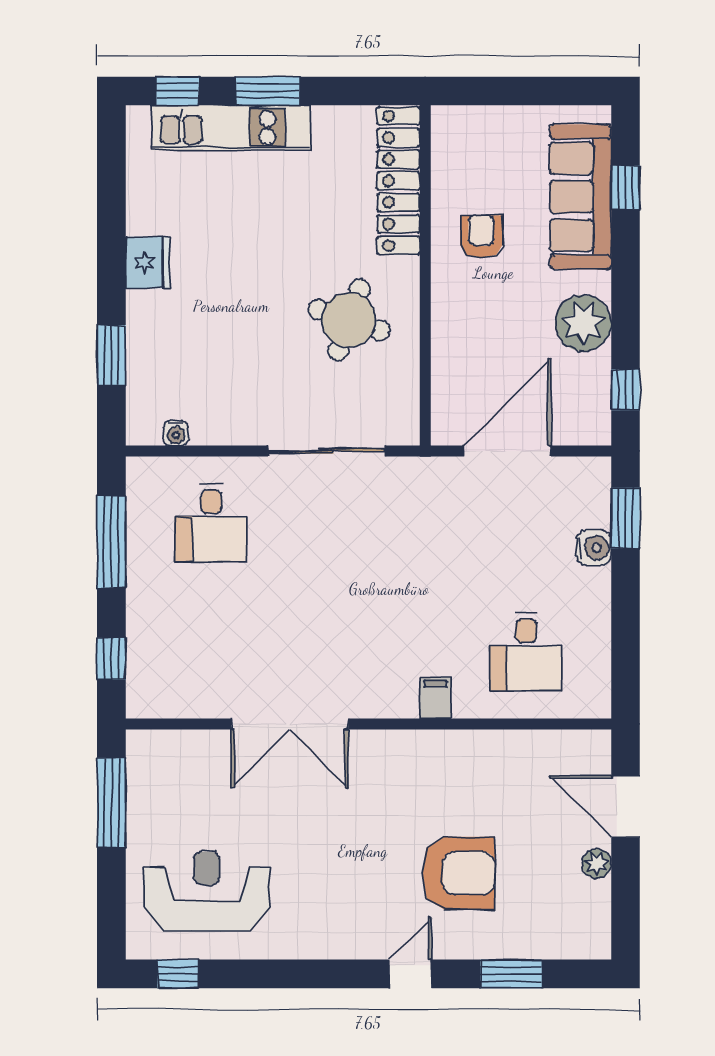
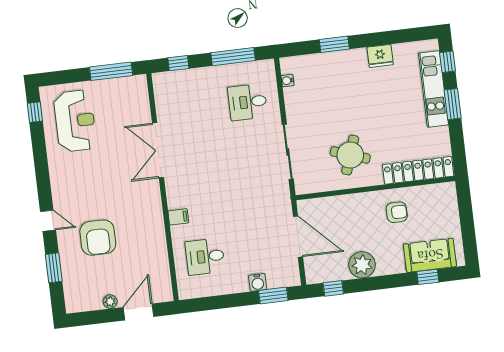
sofa: (581, 197) -> (430, 255), width x0.73
fridge: (148, 262) -> (380, 56), moved
window: (111, 355) -> (334, 44), moved

